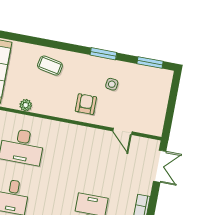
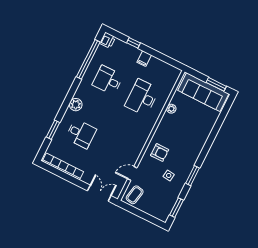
coffee table: (50, 66) -> (135, 195), moved
double door: (160, 166) -> (99, 193), swing flipped

